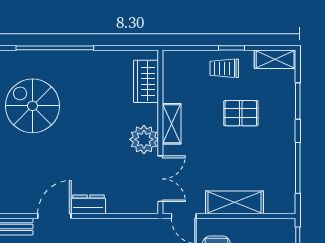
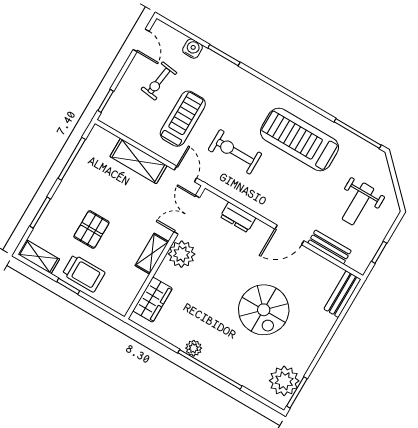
plant: (82, 59) -> (194, 348), added
trolley: (224, 68) -> (84, 273), width x1.36, depth x1.39
spiral stairs: (32, 106) -> (264, 310), moved
pallet: (241, 113) -> (91, 230), turned 90
dresser: (88, 204) -> (238, 217), moved

